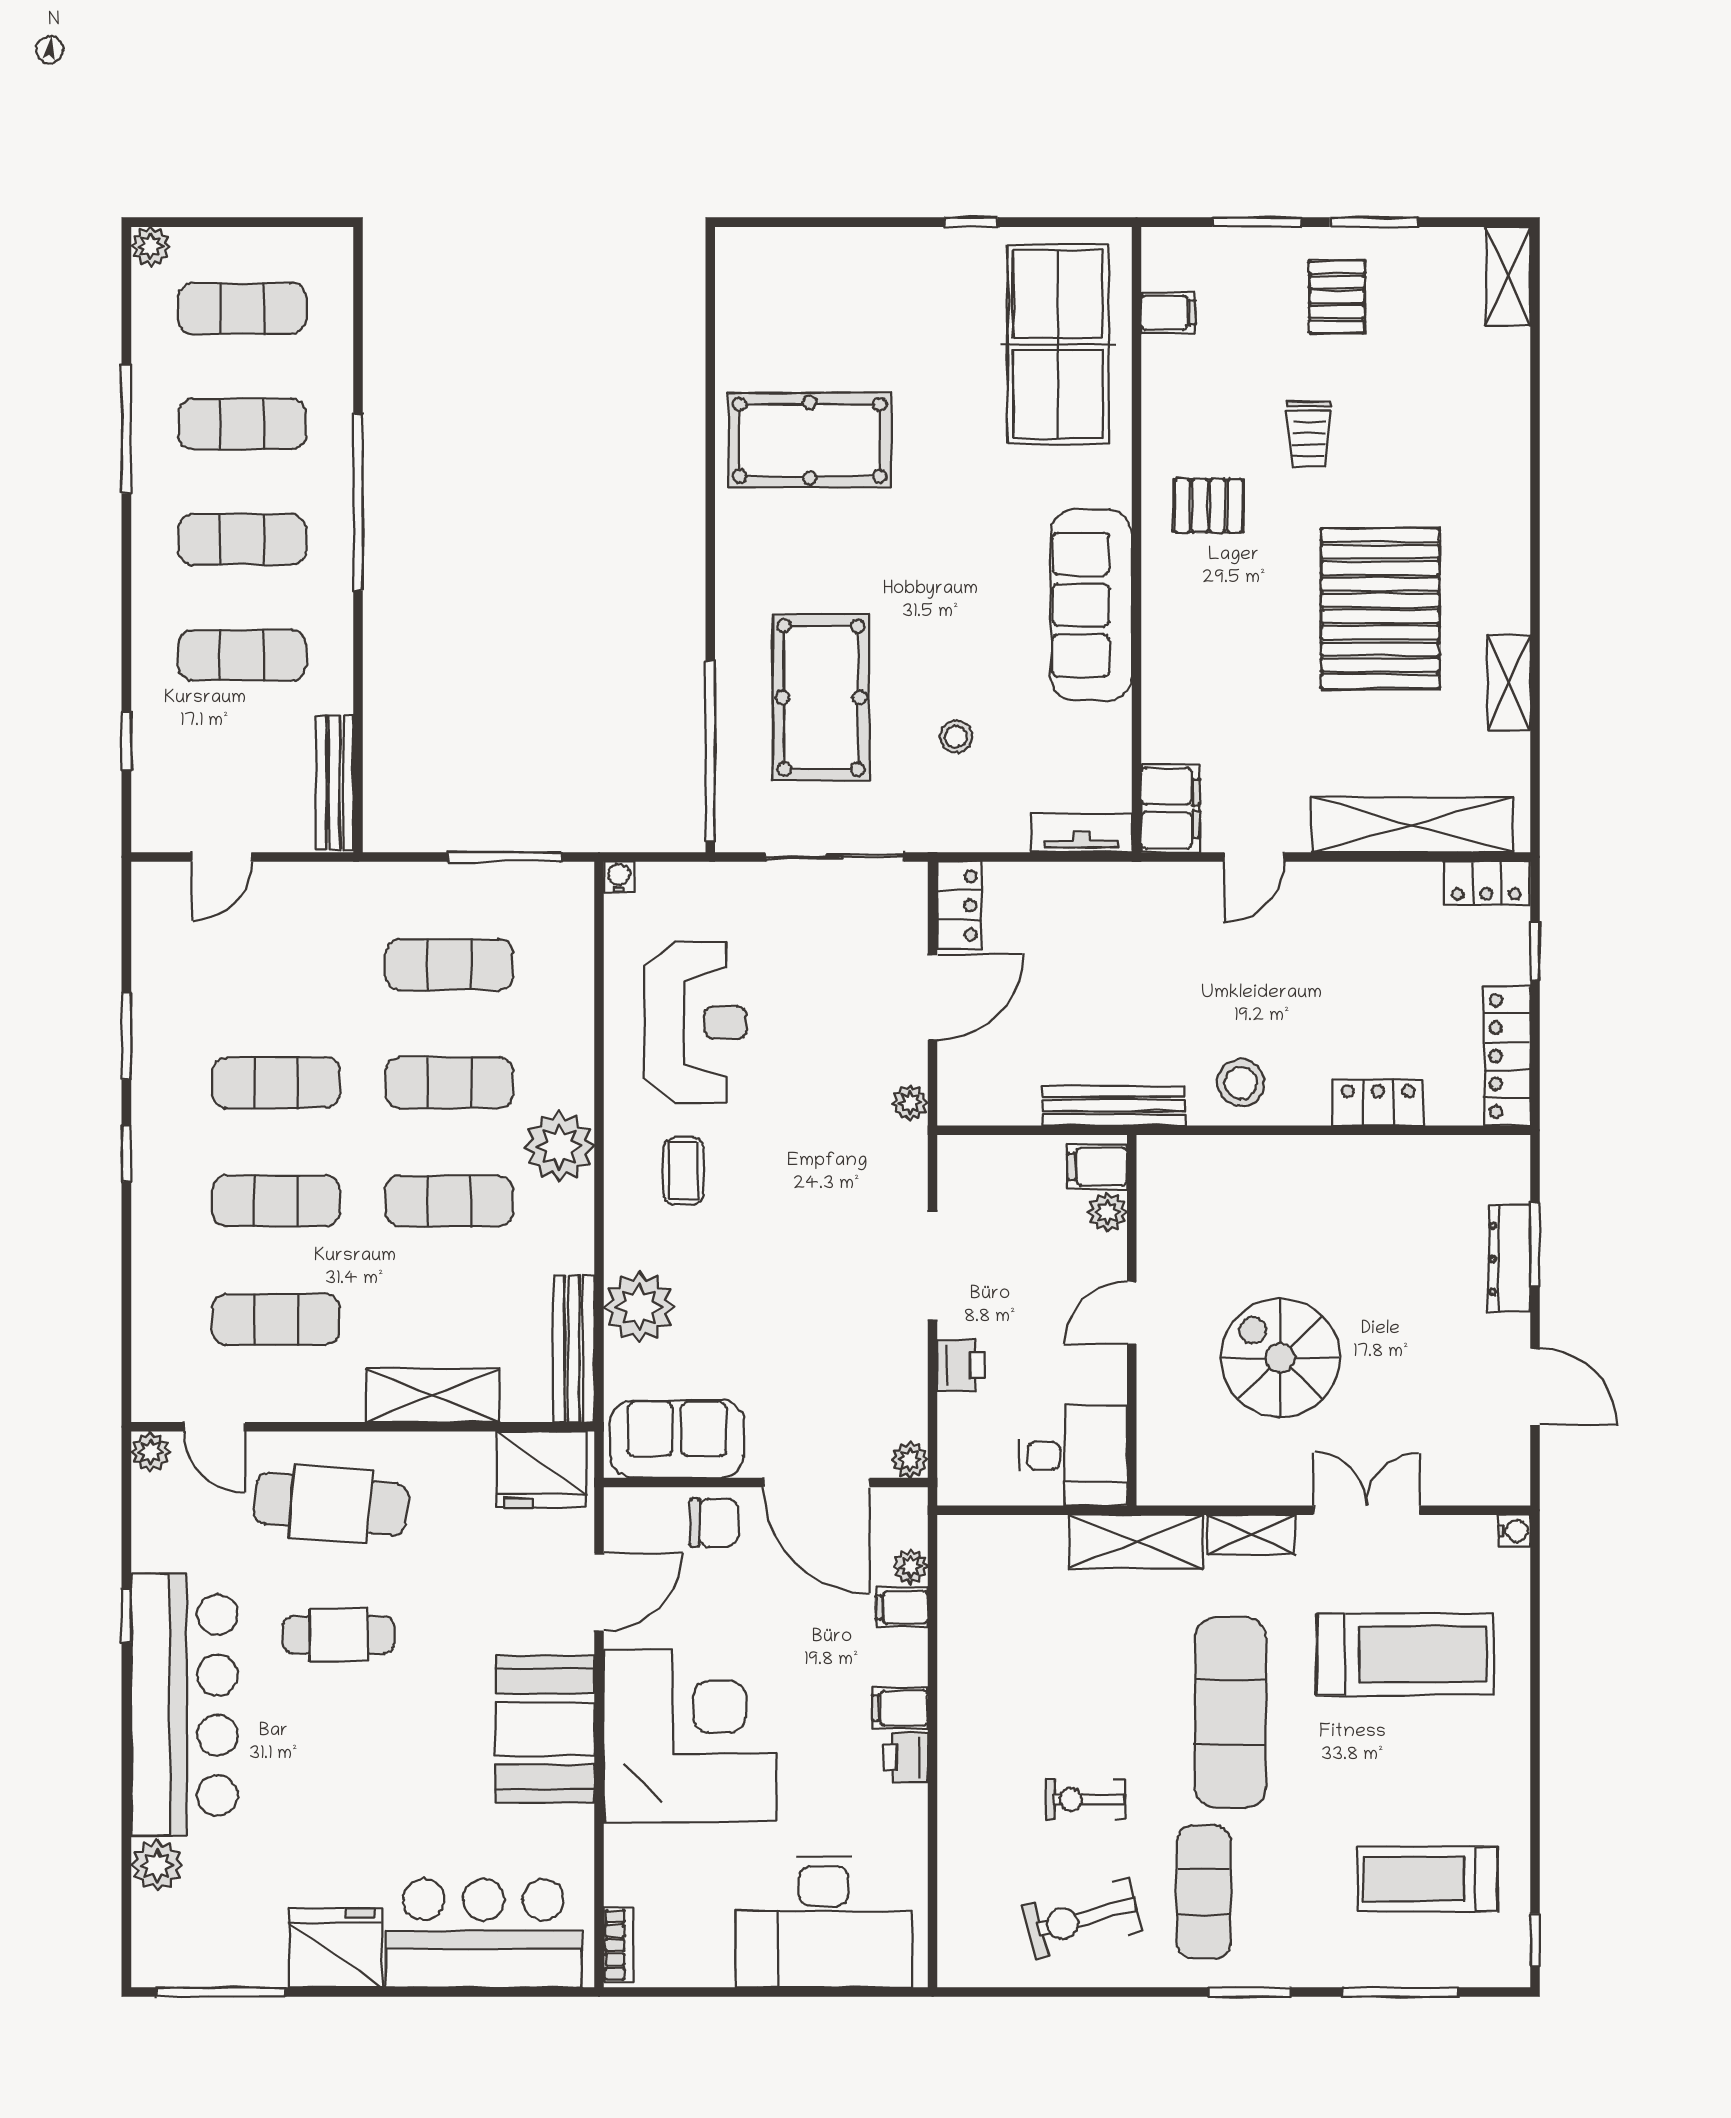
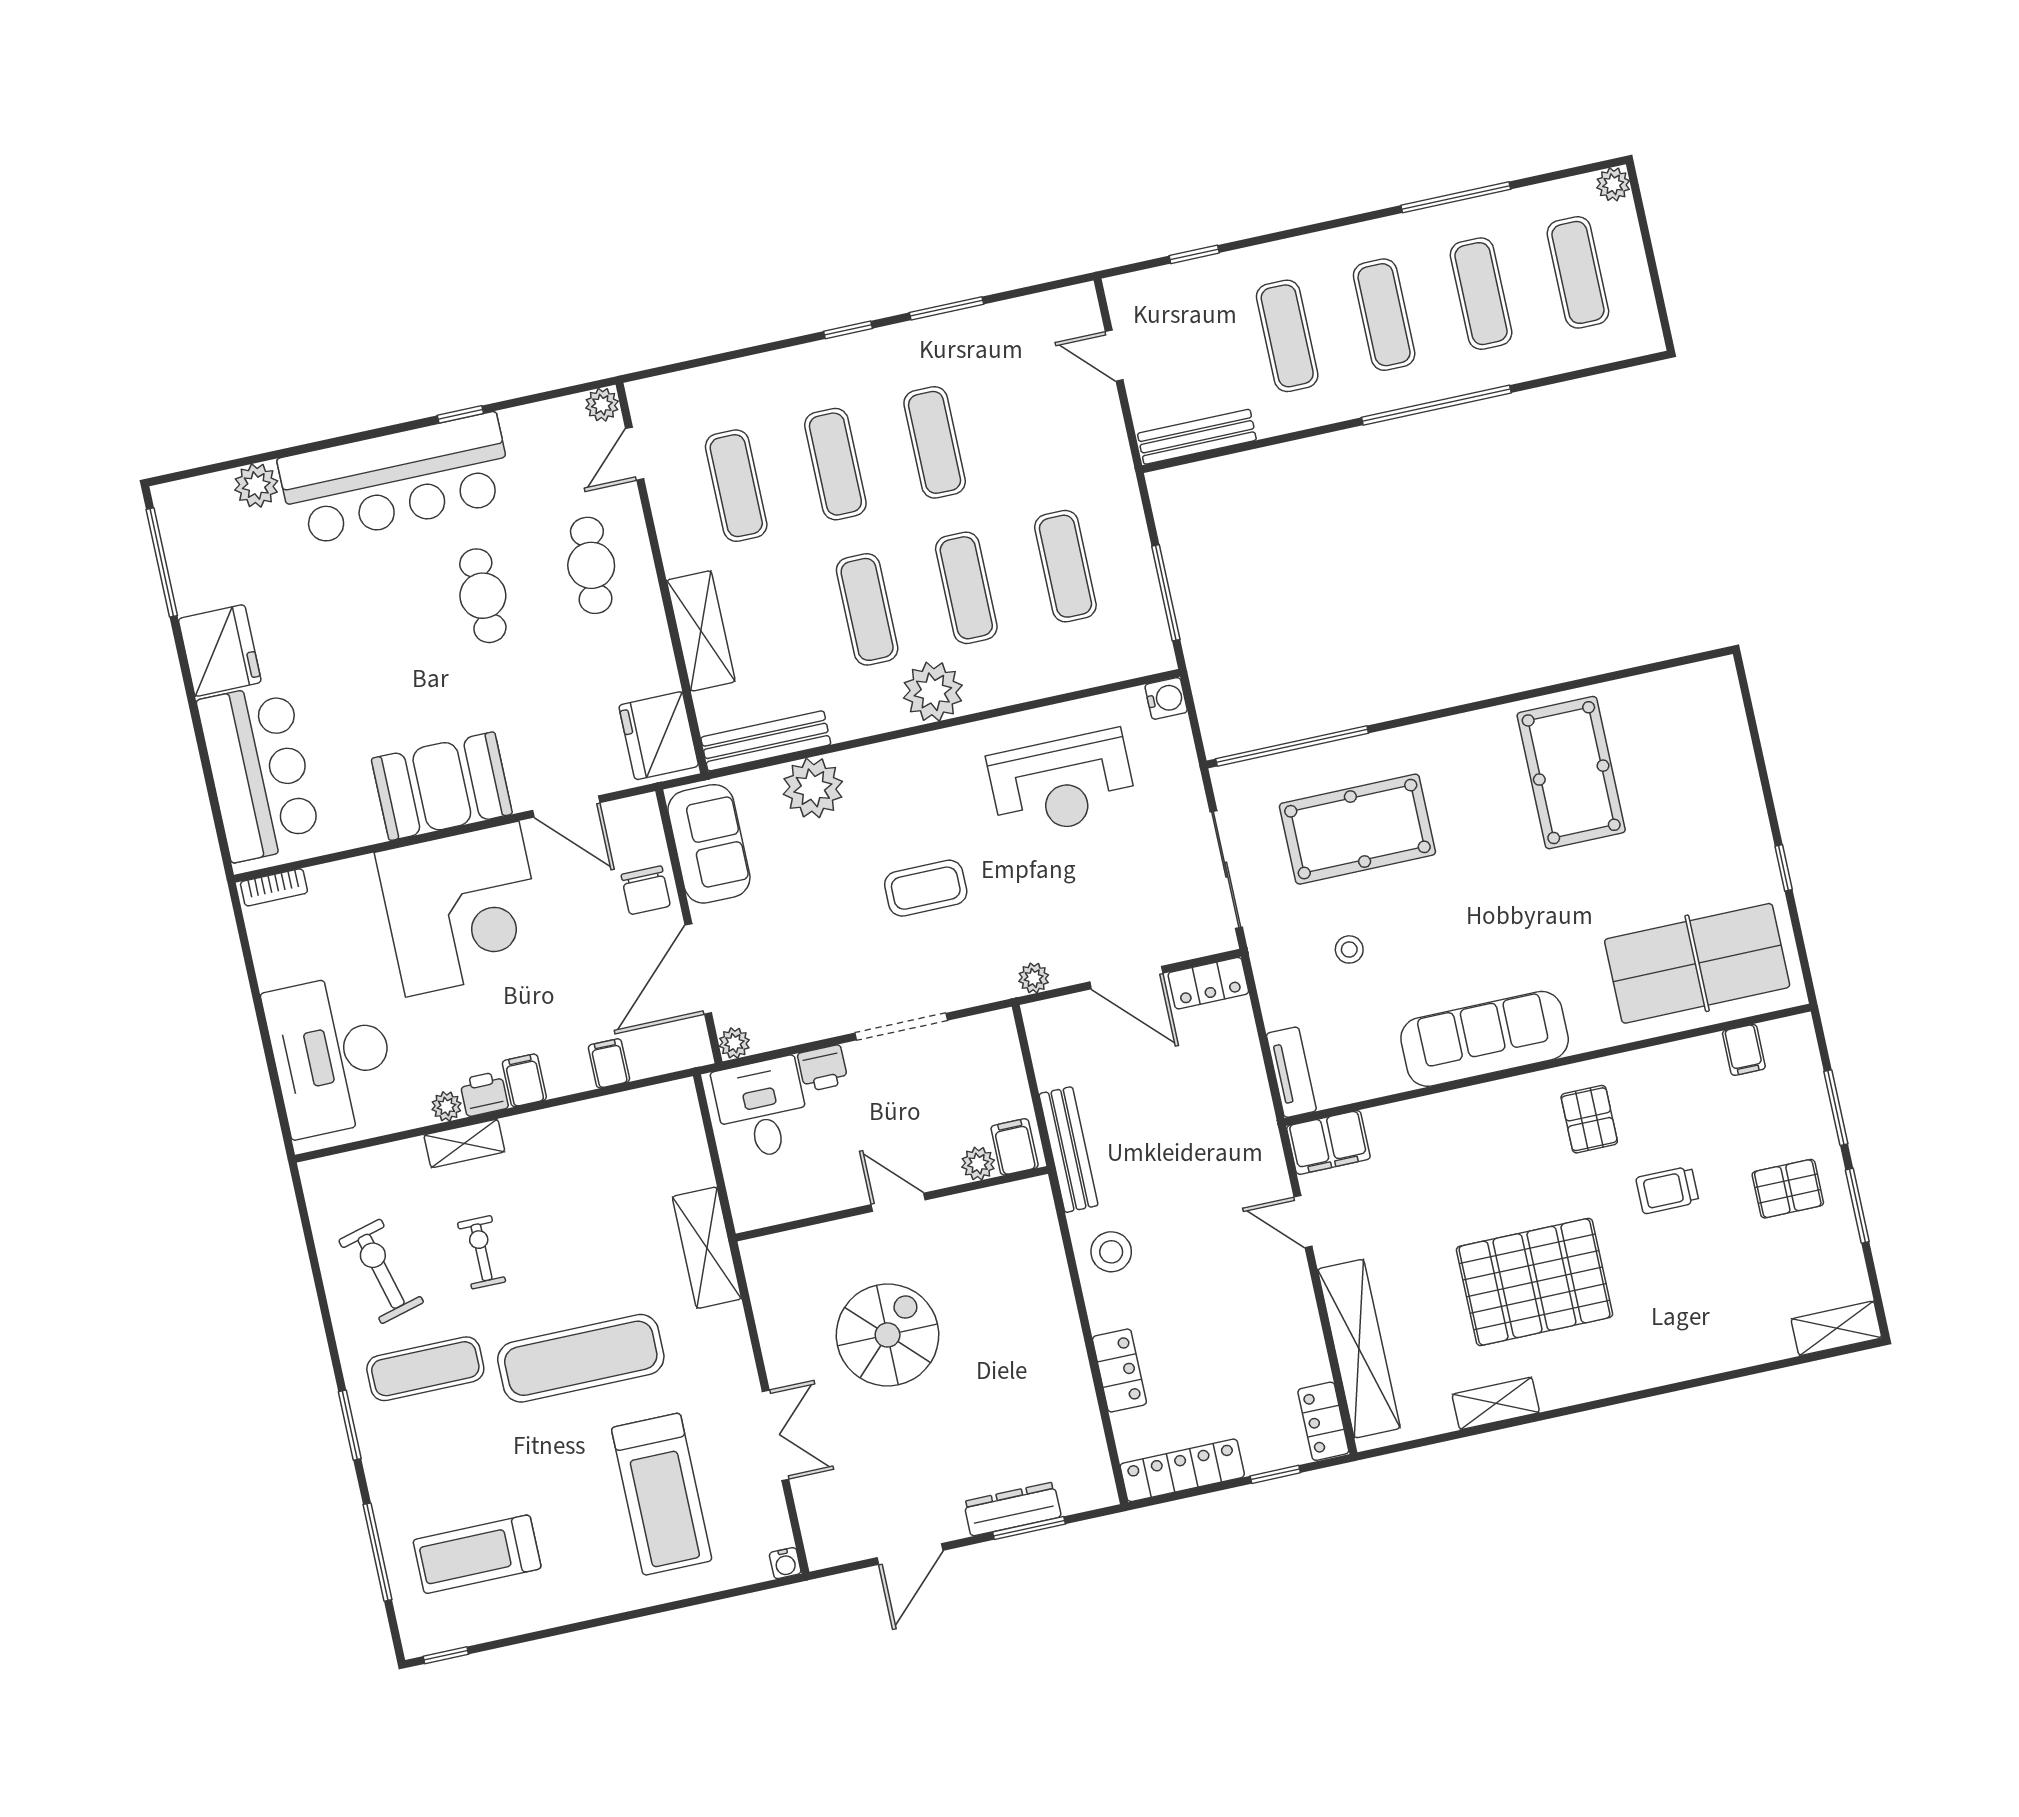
water cooler: (619, 877) -> (1166, 698), width x1.38, depth x1.38
coffee table: (684, 1171) -> (926, 888), moved, width x1.36, depth x1.30
desk: (1073, 1455) -> (762, 1109), moved, turned 180
cafe table: (331, 1504) -> (591, 565), width x0.73, depth x0.74
shelving: (1251, 1535) -> (464, 1143), moved, turned 90
plant: (911, 1567) -> (446, 1106), moved
treadmill: (1428, 1879) -> (477, 1554), turned -90

